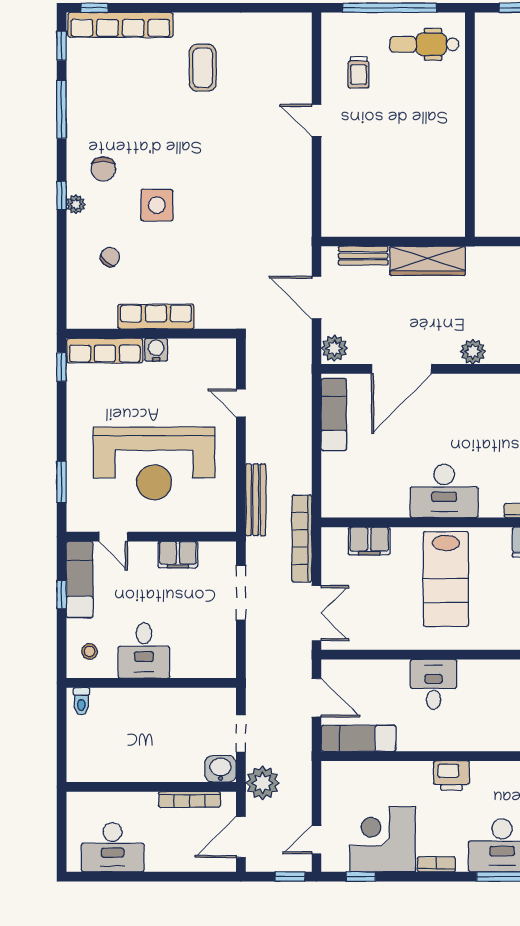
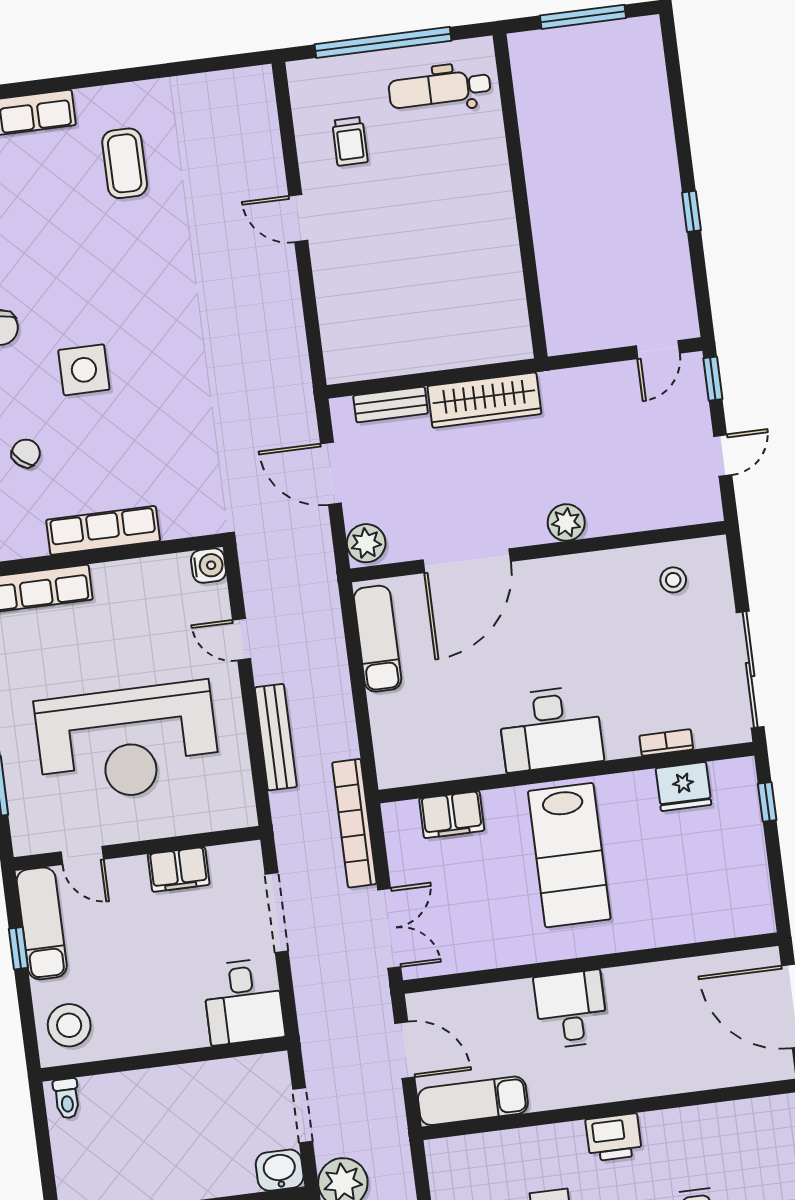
water cooler: (156, 350) -> (208, 566), moved, turned 90
bench: (256, 500) -> (276, 737), moved
stool: (89, 651) -> (69, 1025), width x1.89, depth x1.89
desk: (144, 651) -> (243, 1002), moved

